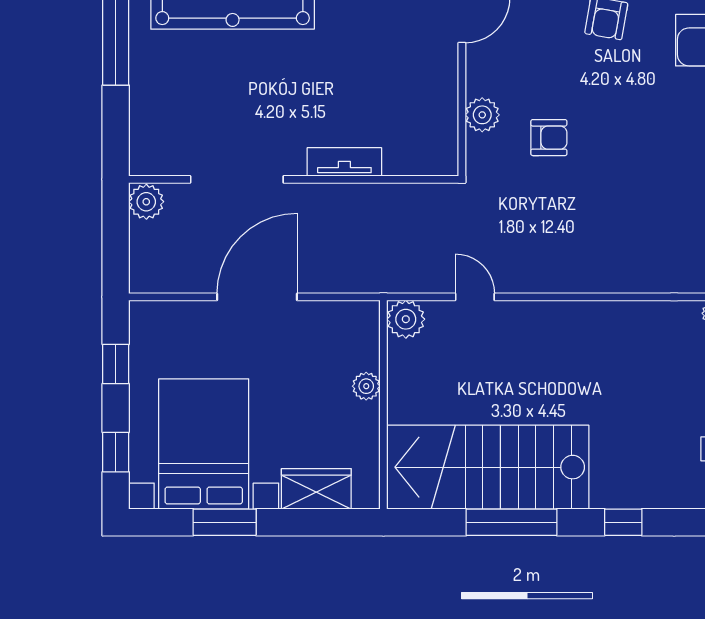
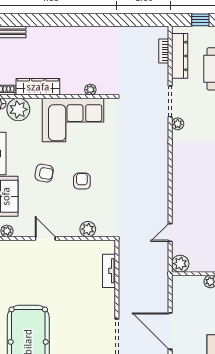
armchair: (549, 138) -> (82, 181), moved
tv unit: (344, 162) -> (109, 271), moved

